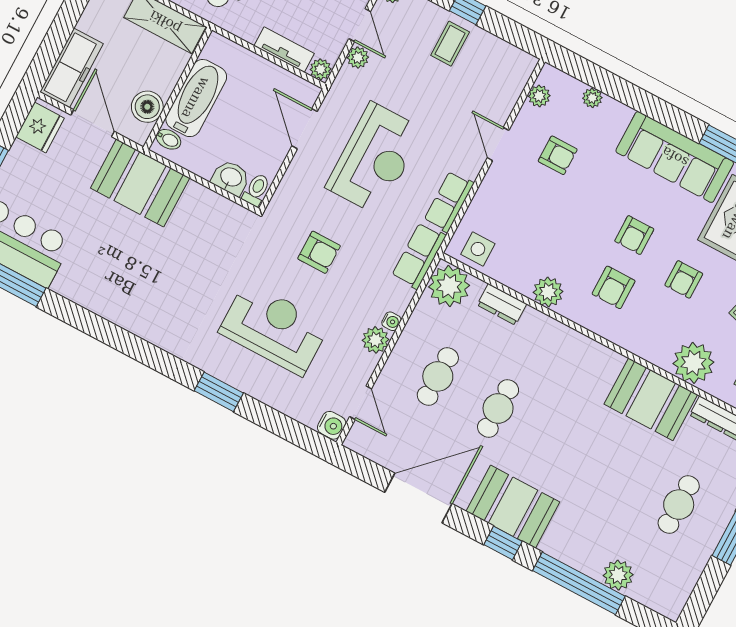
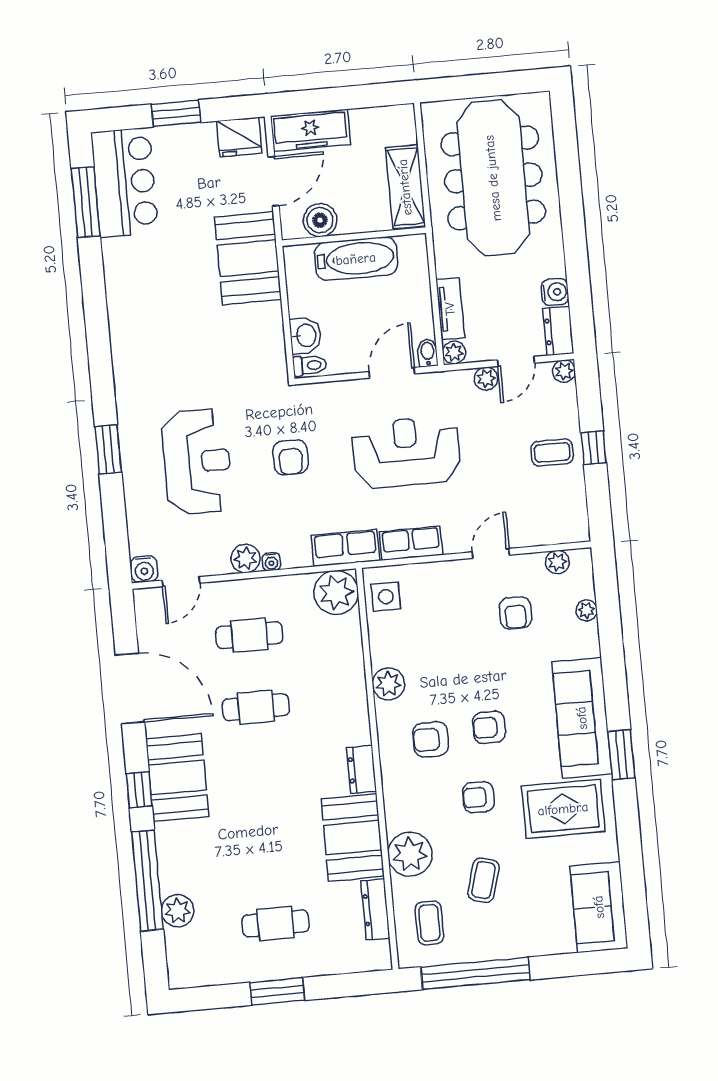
bidet: (168, 139) -> (428, 353), moved, turned 180
reception desk: (375, 158) -> (406, 452), turned 180
dresser: (502, 304) -> (361, 769), moved

